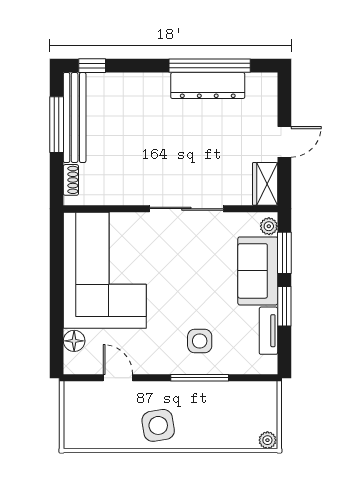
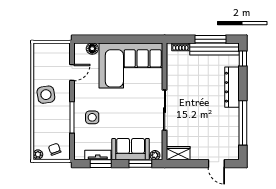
dresser: (208, 86) -> (232, 87), moved
door: (284, 142) -> (216, 164), moved
window: (284, 306) -> (101, 164), moved
chair: (258, 410) -> (55, 149), added

